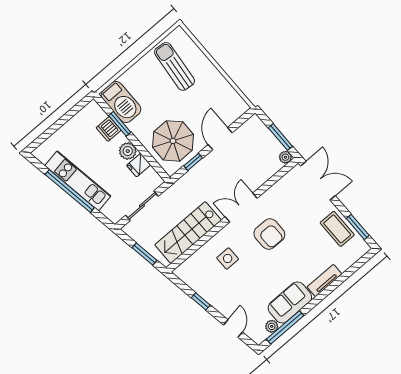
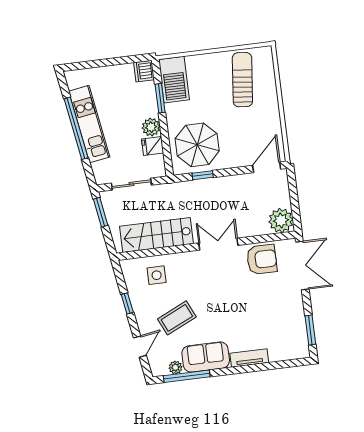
dishwasher: (109, 129) -> (144, 71), moved
window: (280, 137) -> (295, 205), removed
door: (220, 139) -> (267, 167), moved
plant: (285, 157) -> (281, 220), width x1.88, depth x1.88
coffee table: (337, 229) -> (177, 318), moved, turned 65
armchair: (269, 234) -> (262, 259), moved, turned -90
window: (145, 254) -> (101, 212), moved
side table: (228, 259) -> (157, 275), moved

